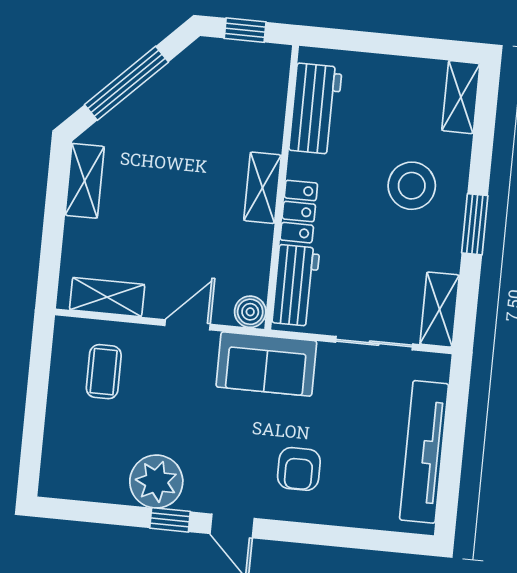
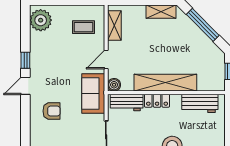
shelving: (262, 188) -> (165, 83), width x2.20, depth x1.33
door: (188, 325) -> (106, 60), swing flipped
armchair: (299, 469) -> (52, 111), turned 180
plant: (156, 482) -> (41, 20), moved

